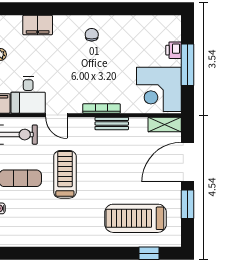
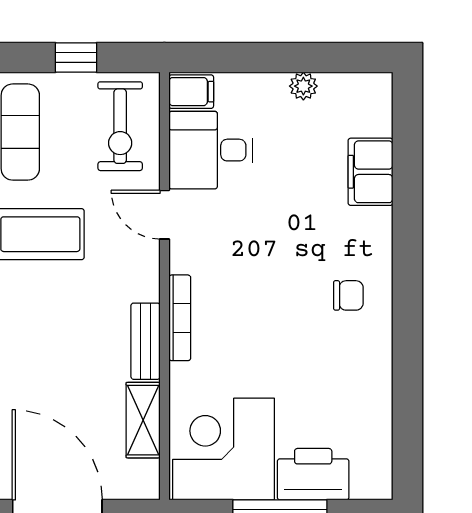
printer: (174, 50) -> (313, 474), width x1.87, depth x1.48
door: (56, 115) -> (164, 215), hinge flipped
shelving: (165, 125) -> (143, 420), moved

